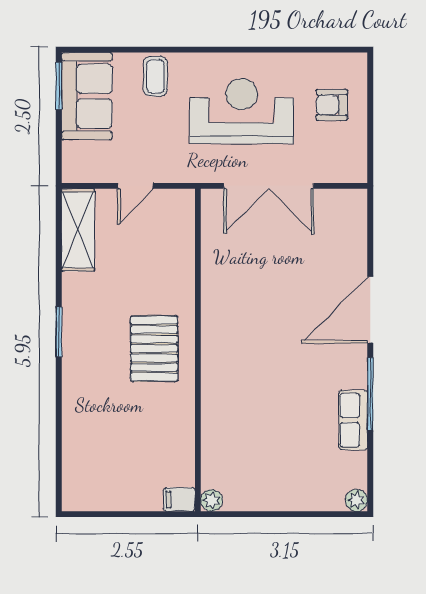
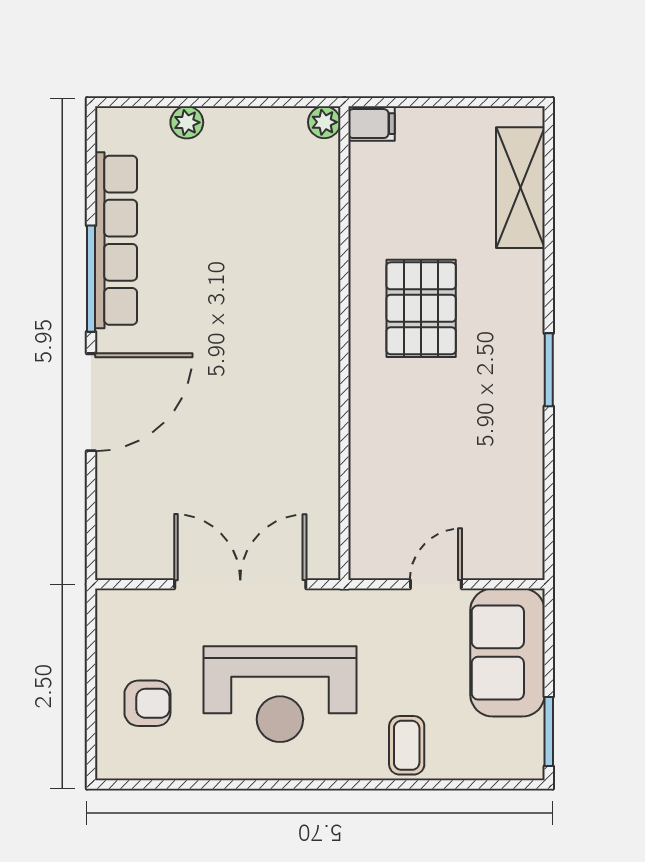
sofa: (87, 96) -> (507, 652), moved
shelving: (78, 230) -> (520, 188), moved
pallet: (154, 348) -> (421, 308), moved
row of seats: (353, 420) -> (116, 240), width x2.02
plant: (356, 500) -> (187, 122), moved

